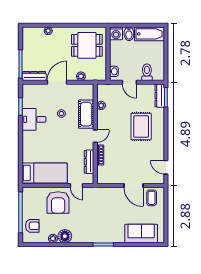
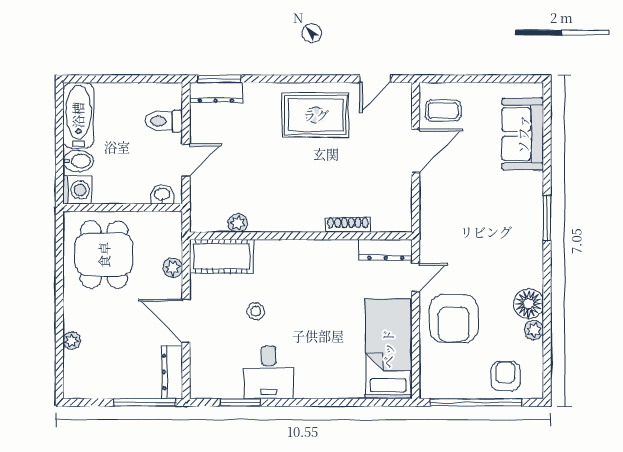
cot: (86, 114) -> (221, 256), moved
rug: (141, 126) -> (316, 115), moved
door: (95, 136) -> (306, 236), removed
dresser: (89, 162) -> (386, 250), moved
armchair: (58, 202) -> (454, 319), turned 90

